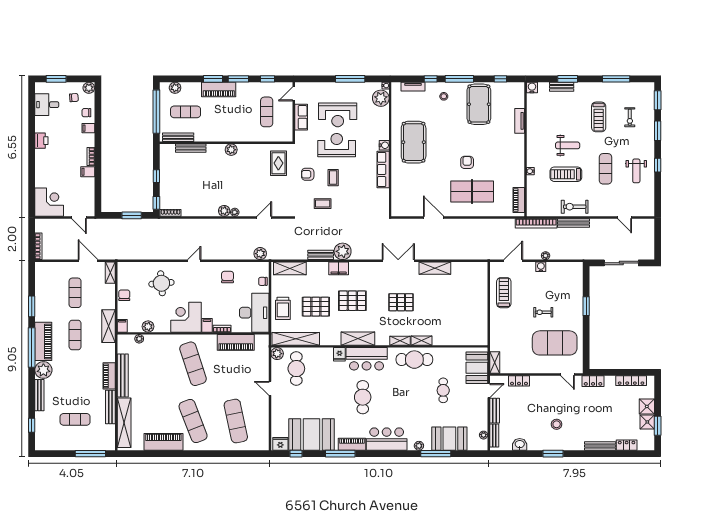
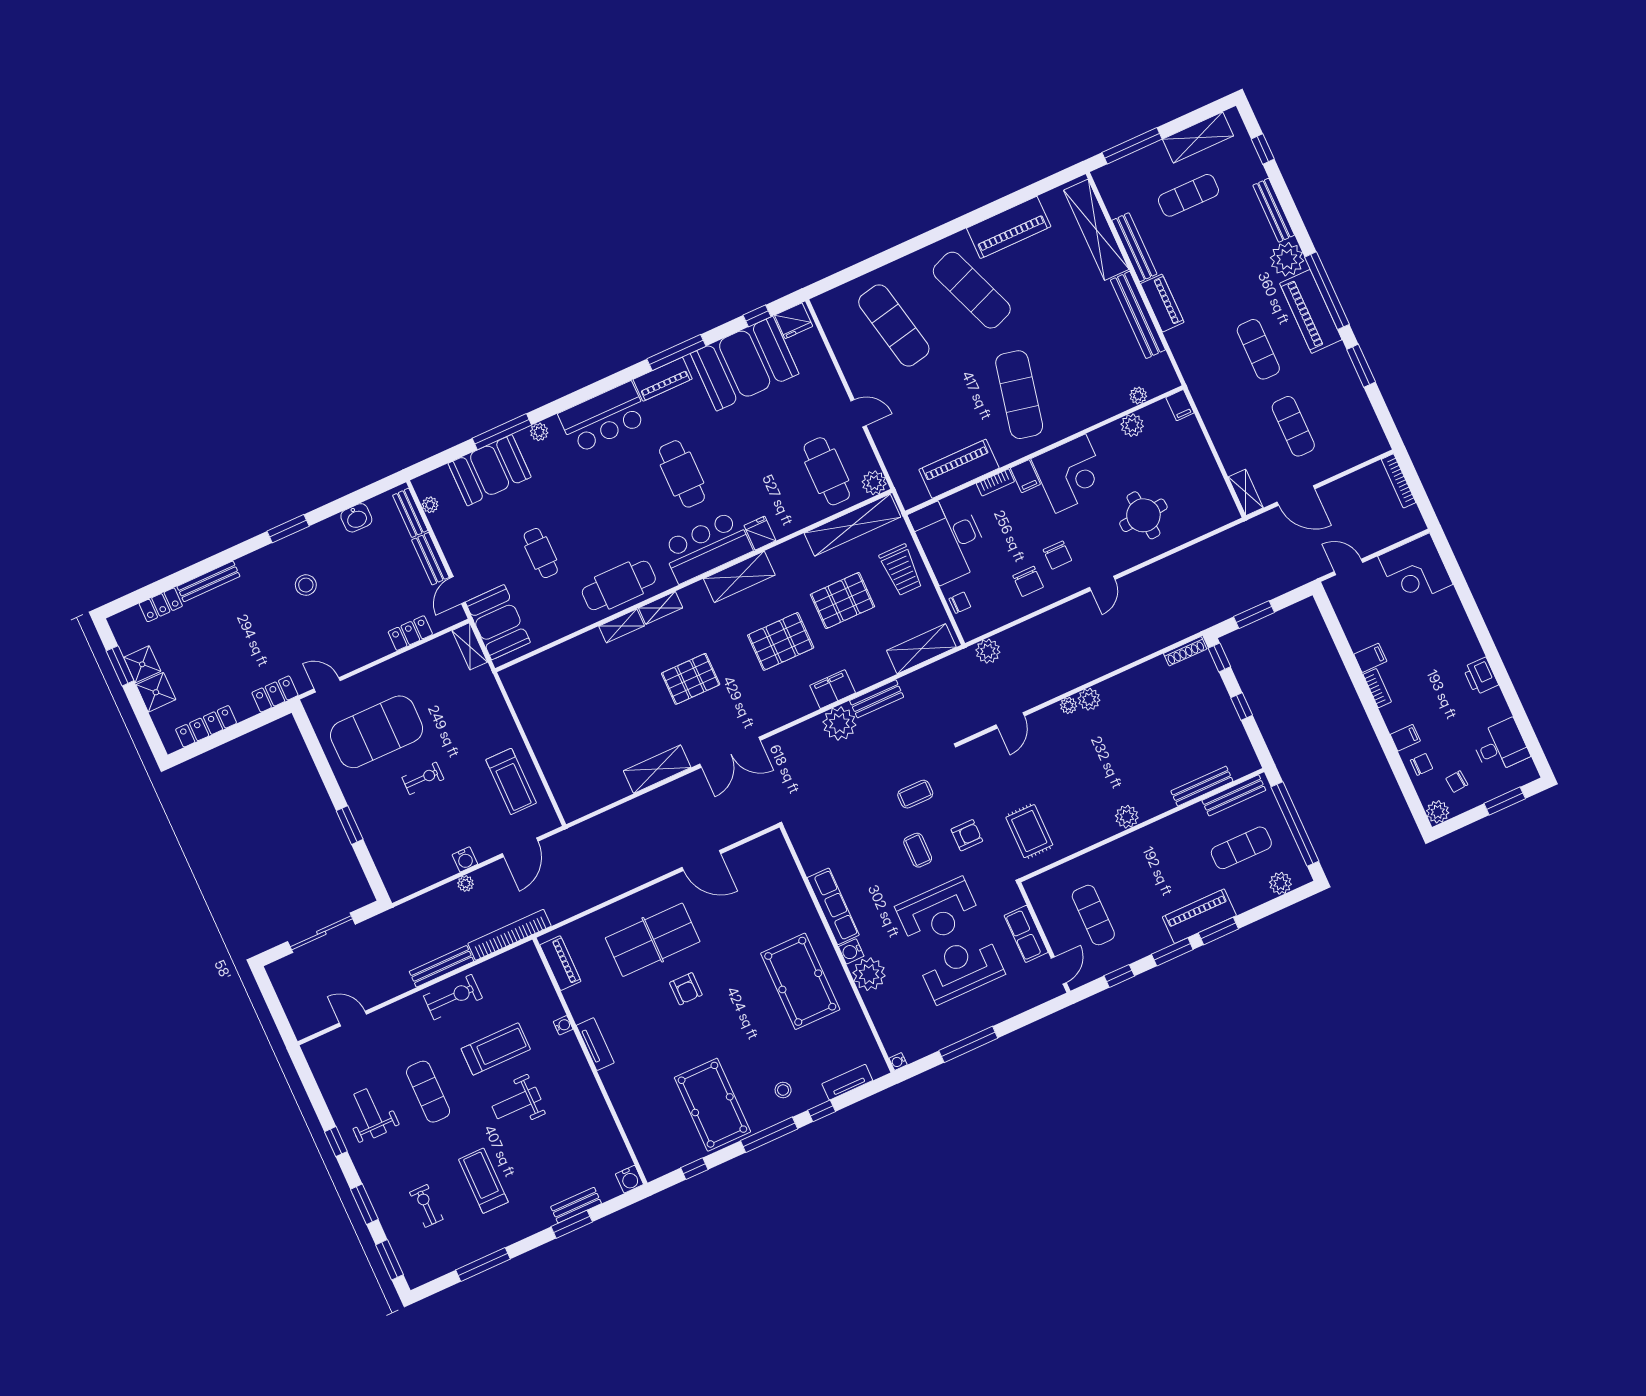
plant: (381, 98) -> (869, 974), moved
tv unit: (520, 121) -> (595, 1044), moved
chair: (124, 295) -> (1057, 555), moved
trolley: (283, 308) -> (901, 570), turned 180
shelving: (108, 326) -> (1198, 138), moved, turned 90
exercise mat: (193, 364) -> (1019, 395), turned 30

